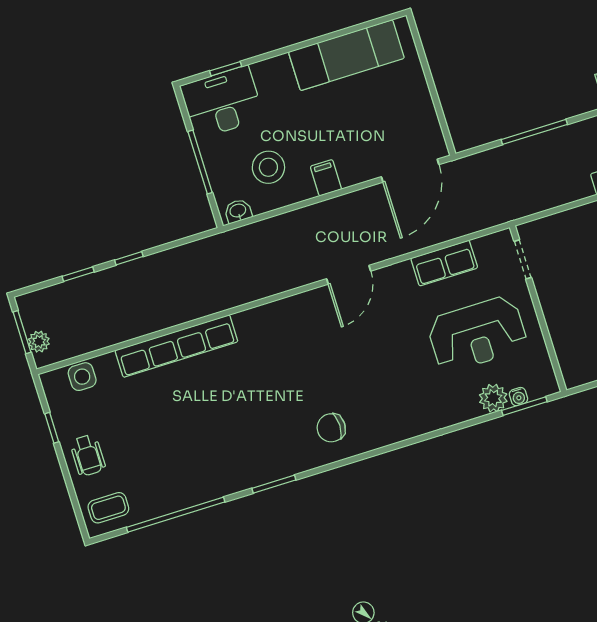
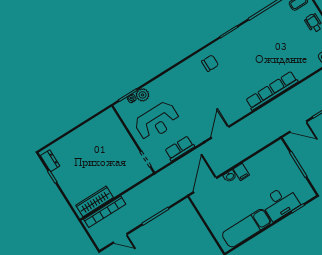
desk: (222, 102) -> (280, 203), moved
stool: (268, 167) -> (268, 170), removed
washbasin: (238, 211) -> (230, 176), moved
door: (179, 243) -> (298, 127), added
reception desk: (477, 334) -> (157, 121), turned 180
row of seats: (176, 346) -> (272, 91), moved

